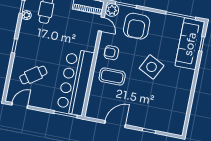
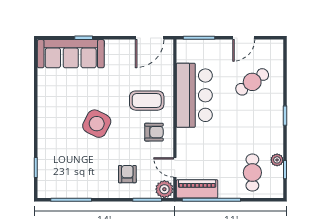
armchair: (137, 26) -> (127, 174), width x0.53, depth x0.53
sofa: (190, 44) -> (71, 54), moved, turned 90
bar counter: (75, 82) -> (194, 95), width x0.73
door: (20, 105) -> (244, 38), moved
door: (115, 124) -> (150, 38), moved

